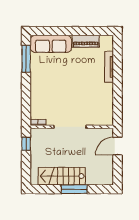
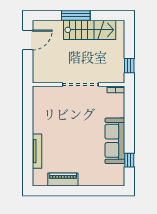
sofa: (51, 44) -> (115, 141), moved, turned -90
window: (26, 59) -> (129, 160), width x0.46
door: (117, 146) -> (28, 40), moved

